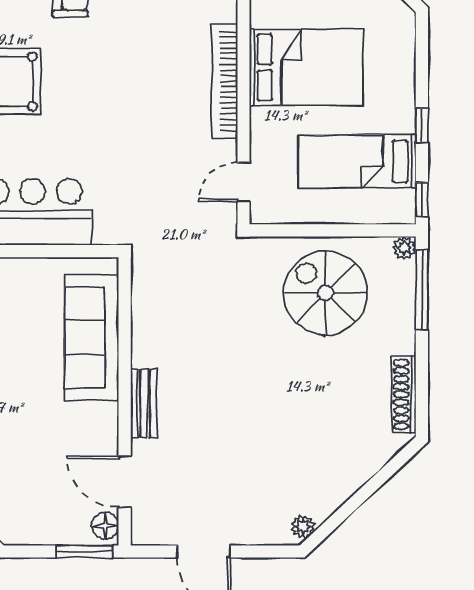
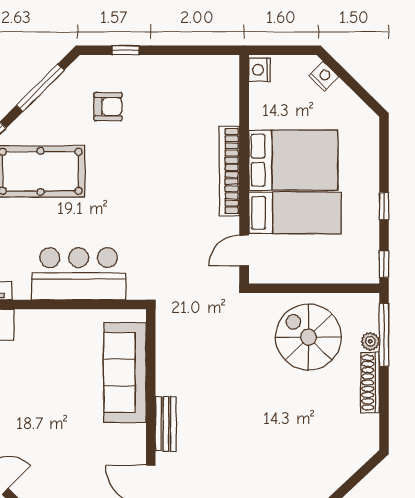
bed: (357, 161) -> (295, 213), moved, turned 180
plant: (404, 248) -> (370, 341), moved
shoe rack: (404, 395) -> (370, 383), moved

